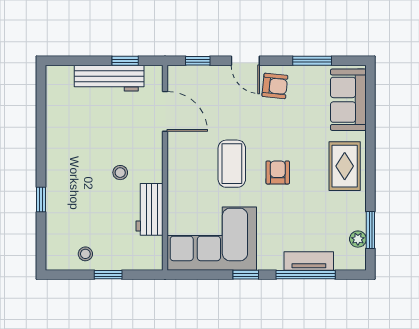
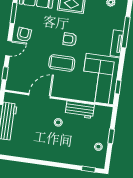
door: (165, 111) -> (40, 96), moved
window: (41, 199) -> (88, 169), moved
tv unit: (309, 261) -> (117, 43), moved
window: (246, 275) -> (118, 87), moved

